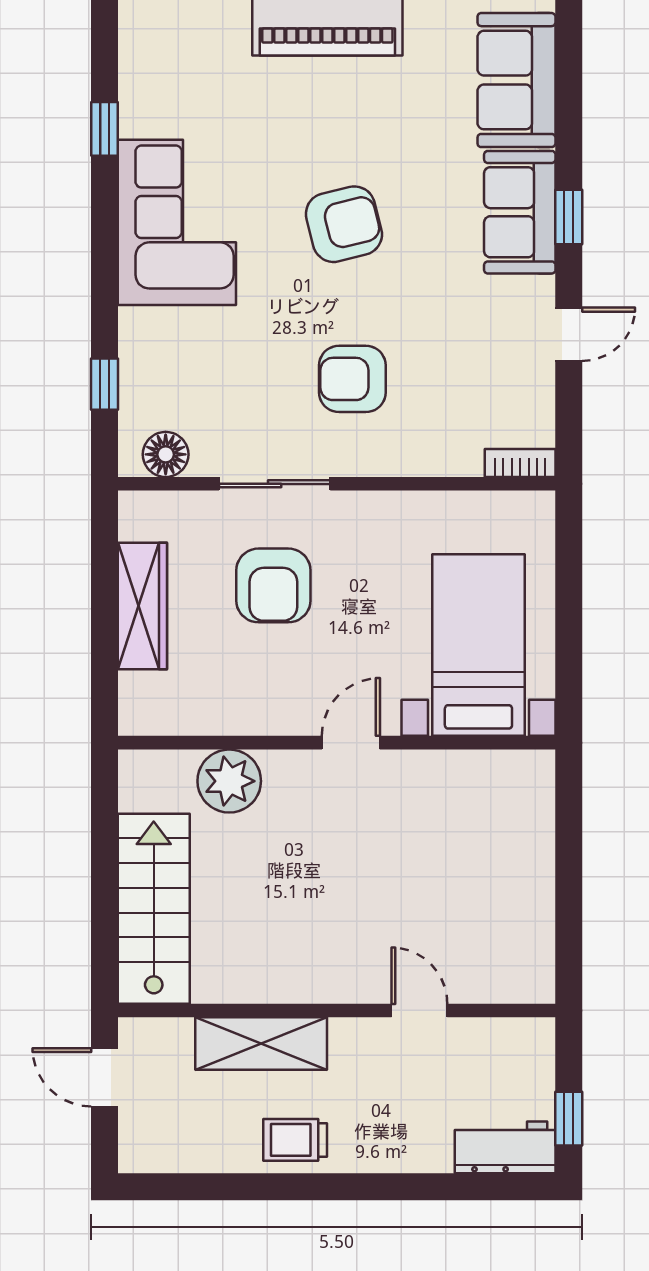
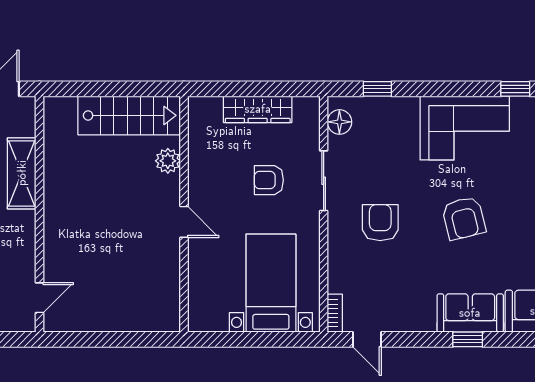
door: (569, 334) -> (367, 339), moved
armchair: (273, 585) -> (269, 180), width x0.72, depth x0.72
bed with nightstands: (478, 645) -> (271, 283), moved, turned -90
plant: (229, 781) -> (168, 161), width x0.73, depth x0.73
stairs: (154, 909) -> (129, 115), moved
door: (419, 1010) -> (39, 298), moved

